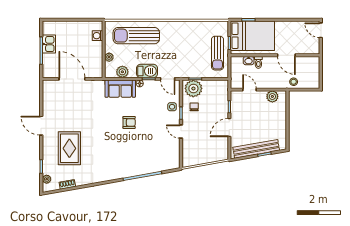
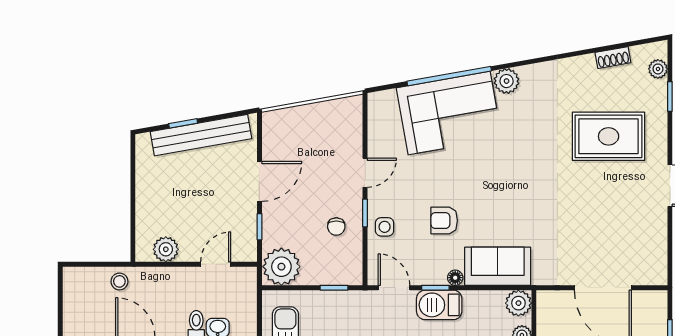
plant: (122, 72) -> (518, 303), moved
plant: (193, 88) -> (281, 267), moved
door: (249, 90) -> (216, 264), swing flipped
armchair: (129, 122) -> (444, 221), moved
door: (181, 132) -> (365, 173), hinge flipped
rug: (69, 148) -> (609, 136), turned 90
corner sofa: (142, 159) -> (449, 113), added
plant: (116, 174) -> (507, 81), added

